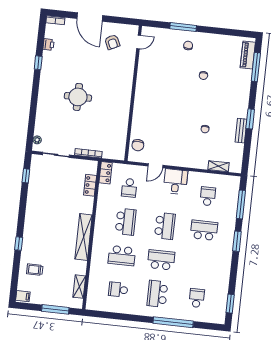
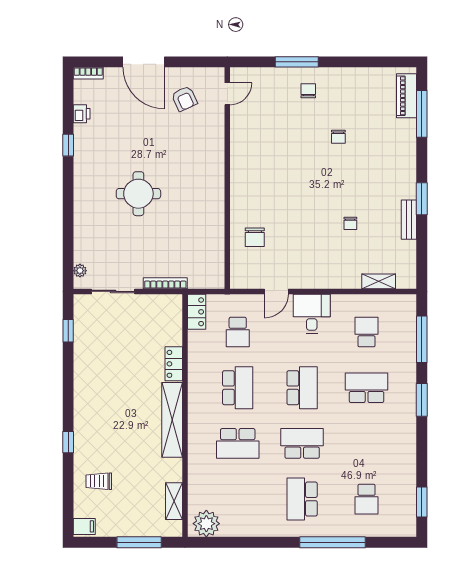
chair: (138, 145) -> (255, 237), moved
locker: (90, 185) -> (174, 364), moved
school desk: (118, 290) -> (238, 499), removed
school desk: (197, 298) -> (367, 499), turned 180
plant: (97, 302) -> (206, 524), added

